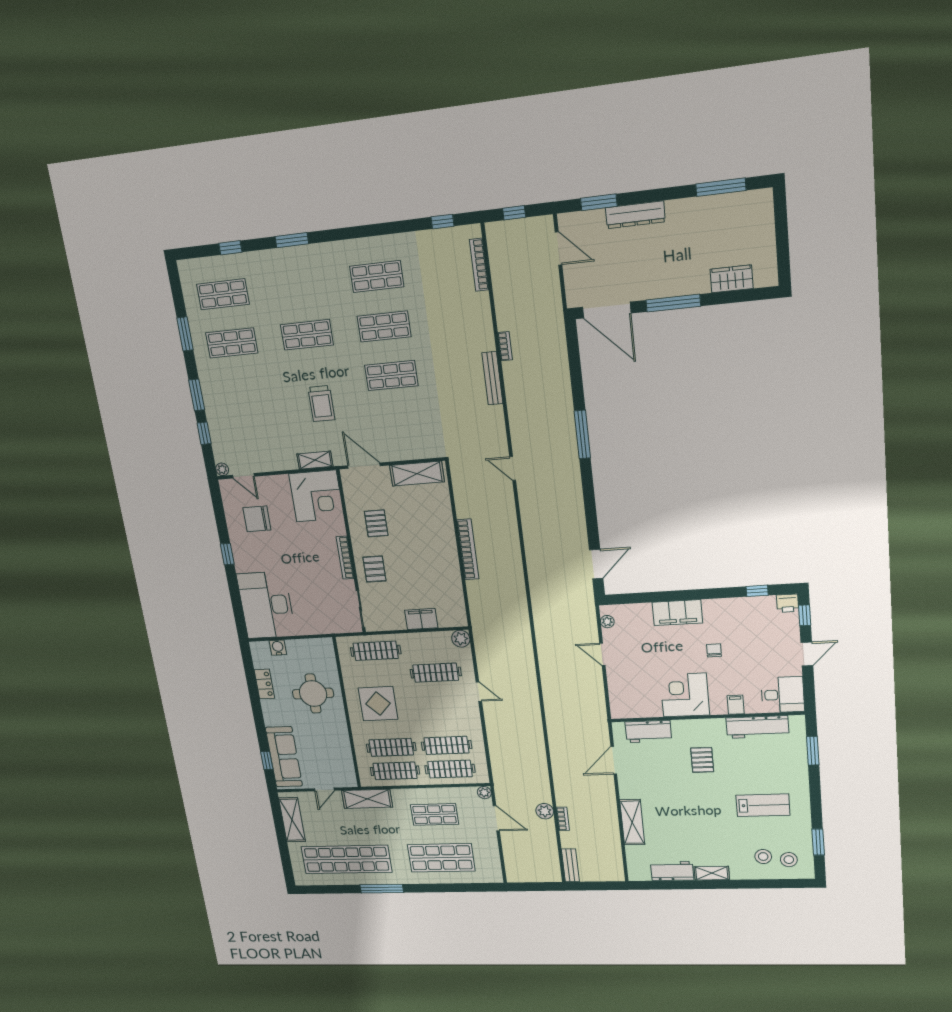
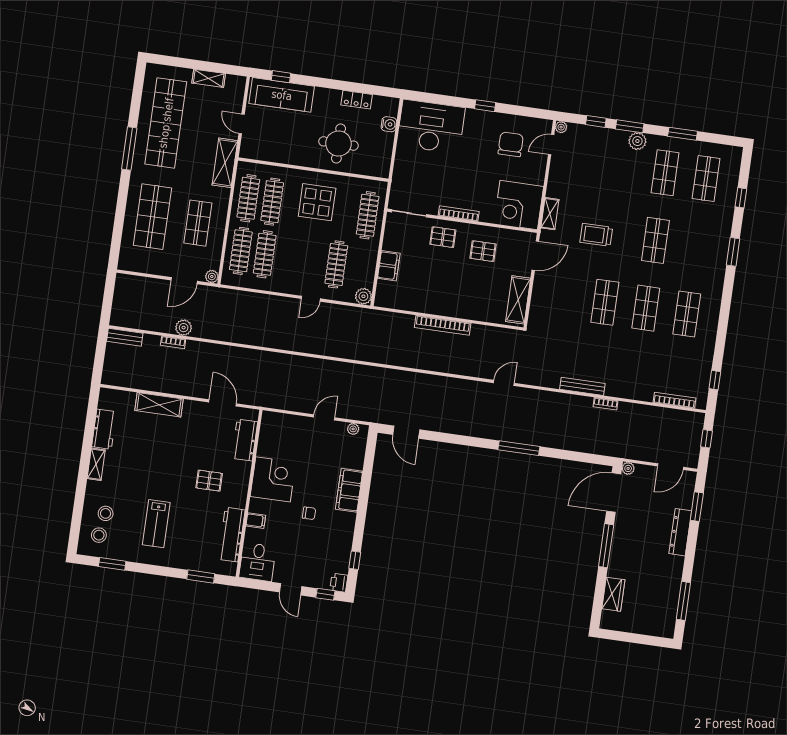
plant: (574, 300) -> (628, 468), added
plant: (209, 383) -> (637, 141), added
shelving: (292, 820) -> (209, 78), width x0.67, depth x0.75

